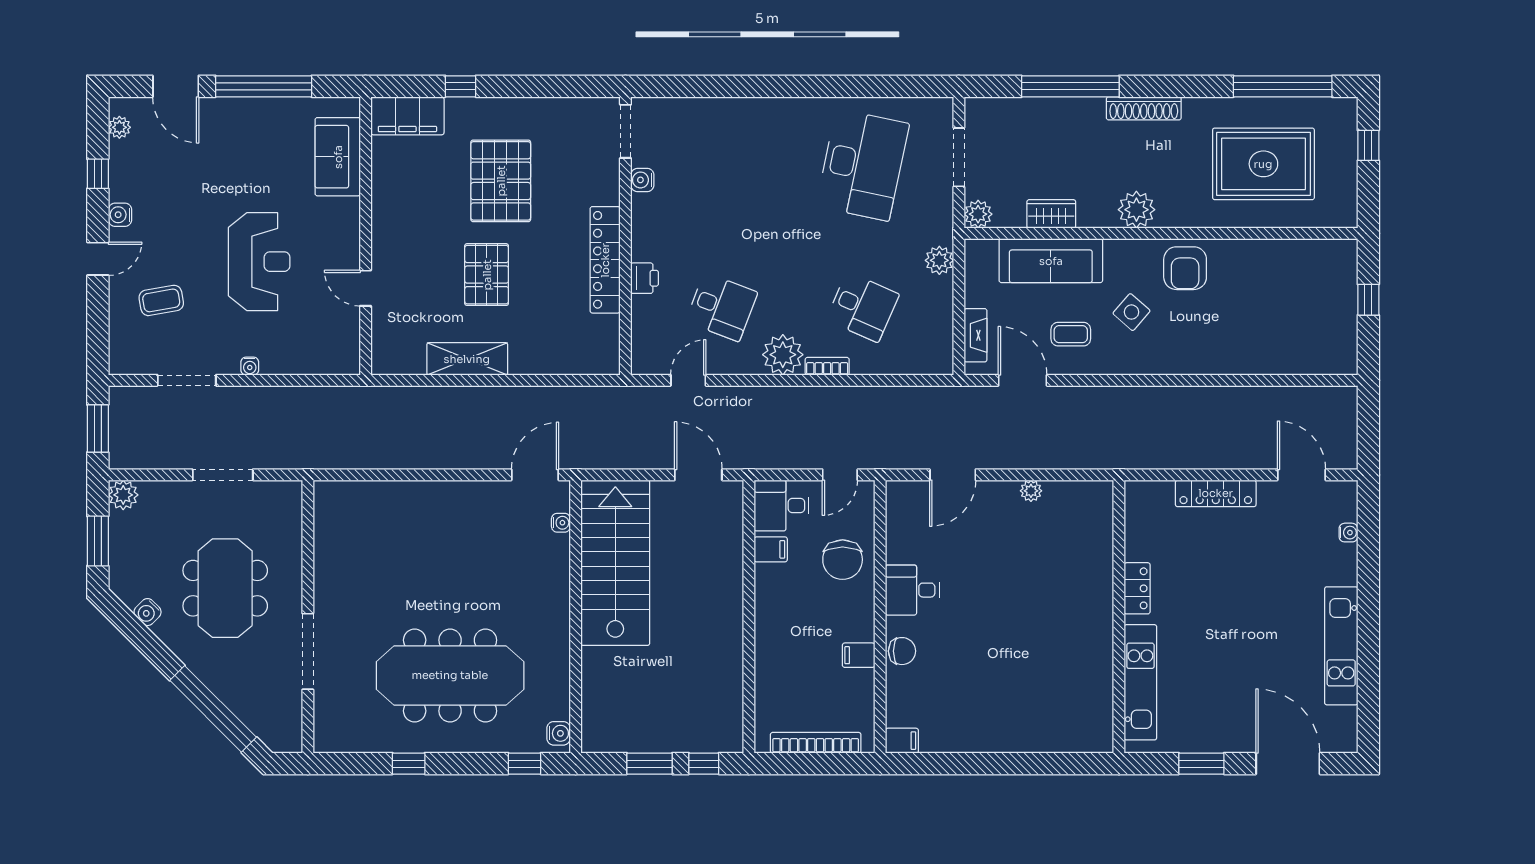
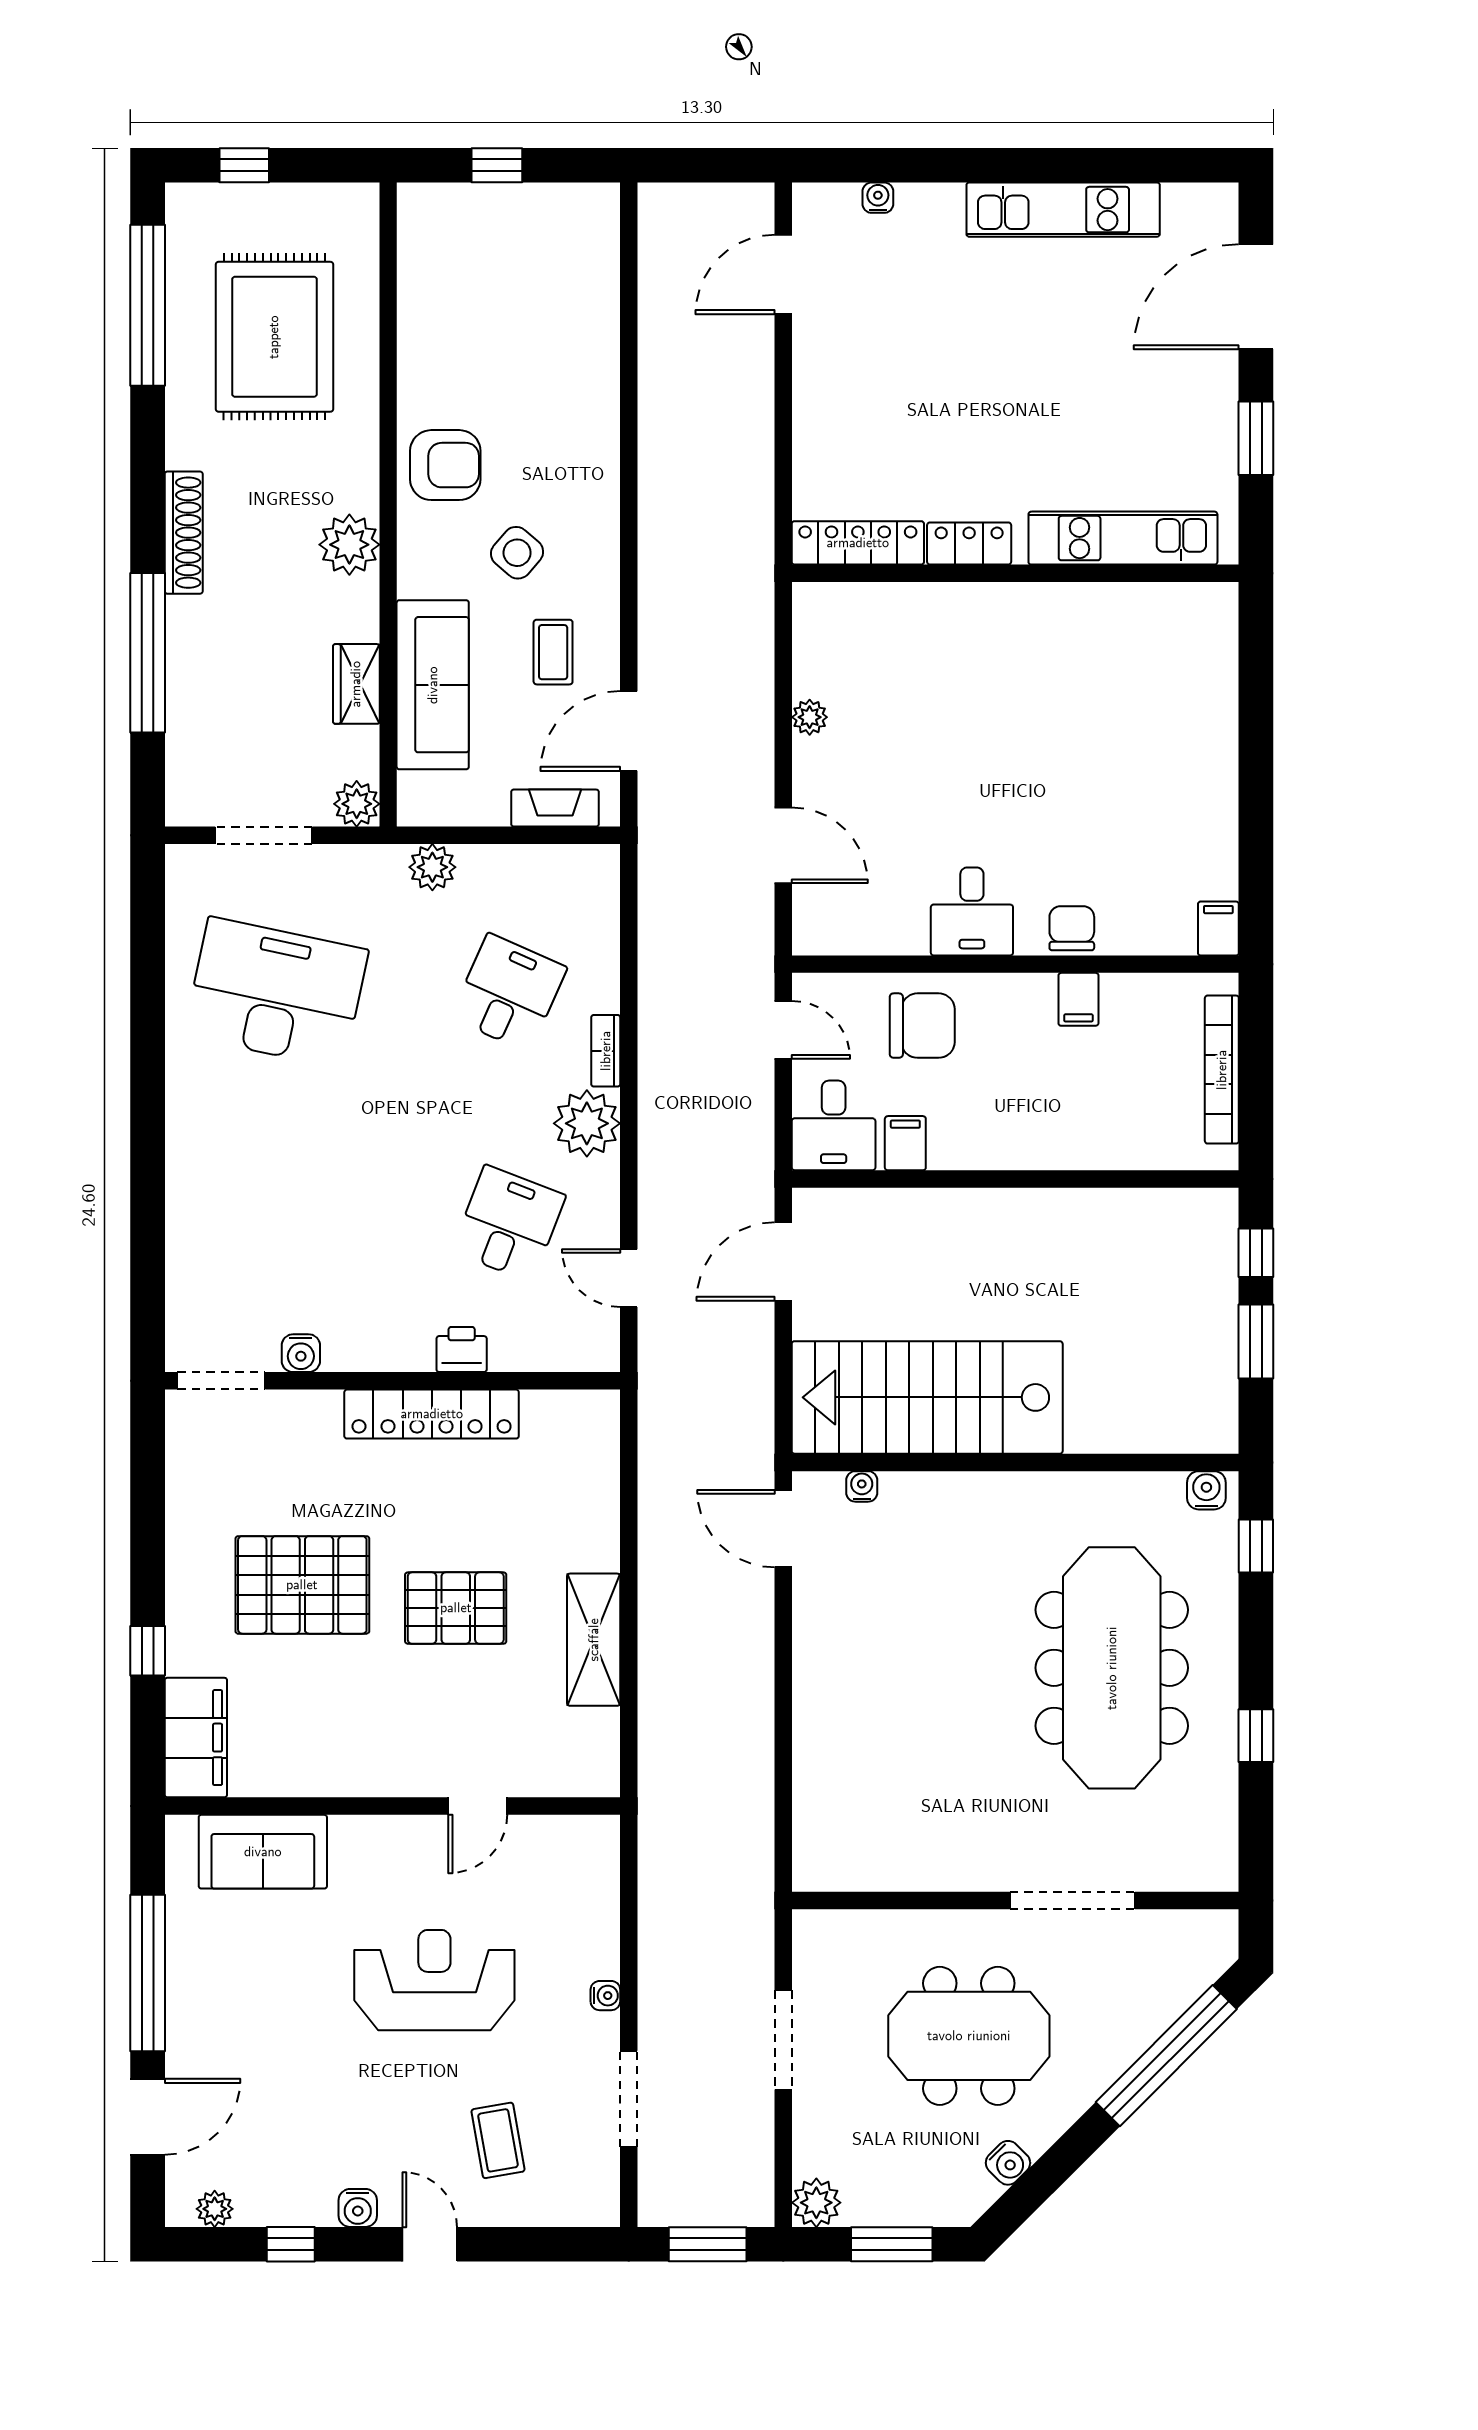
locker: (1216, 493) -> (858, 543), moved, turned -90

